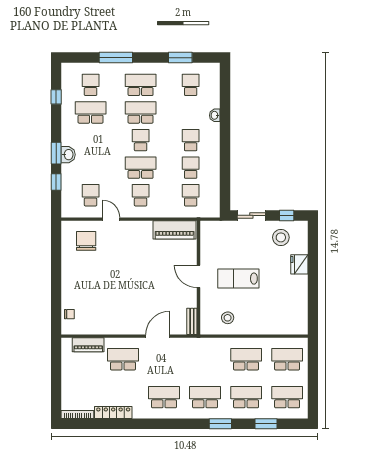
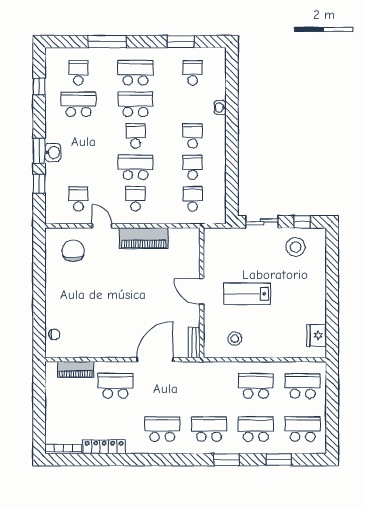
piano: (175, 230) -> (144, 238), moved
fridge: (299, 264) -> (317, 335), moved
door: (158, 336) -> (155, 360), width x1.36

